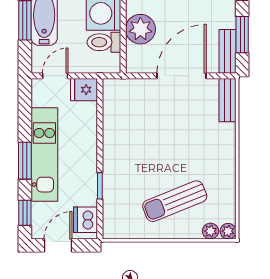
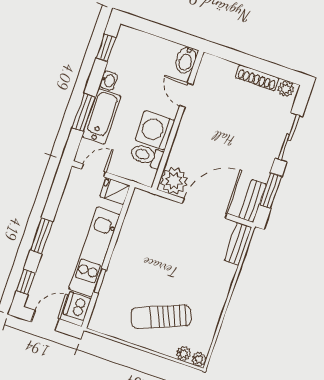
plant: (140, 29) -> (174, 181), moved
kitchen unit: (44, 155) -> (94, 252), moved, turned 180

